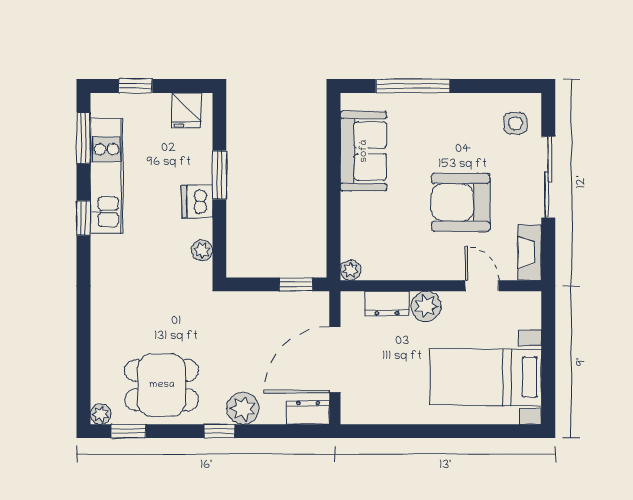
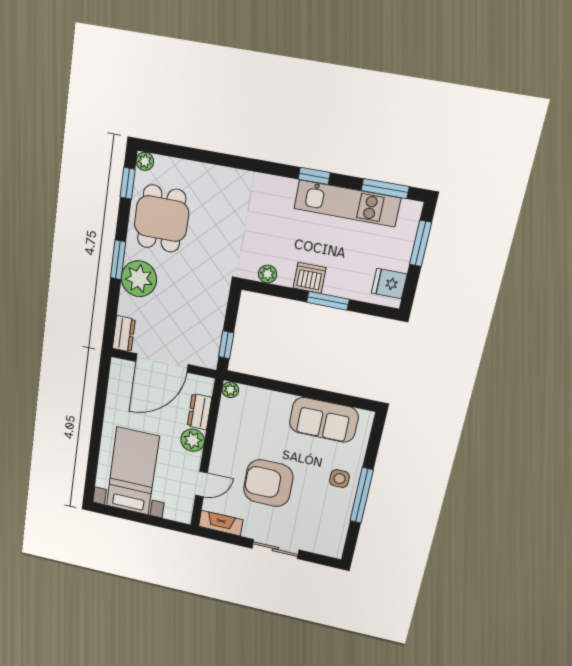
window: (135, 86) -> (421, 243), width x1.50
window: (413, 86) -> (362, 495), moved
side table: (515, 123) -> (339, 479), moved
sliding door: (548, 177) -> (275, 549), width x0.73
armchair: (461, 202) -> (268, 483), turned -90
door: (335, 360) -> (162, 363), swing flipped
plant: (243, 408) -> (139, 279), width x1.36, depth x1.36
window: (219, 431) -> (118, 260), width x1.50

